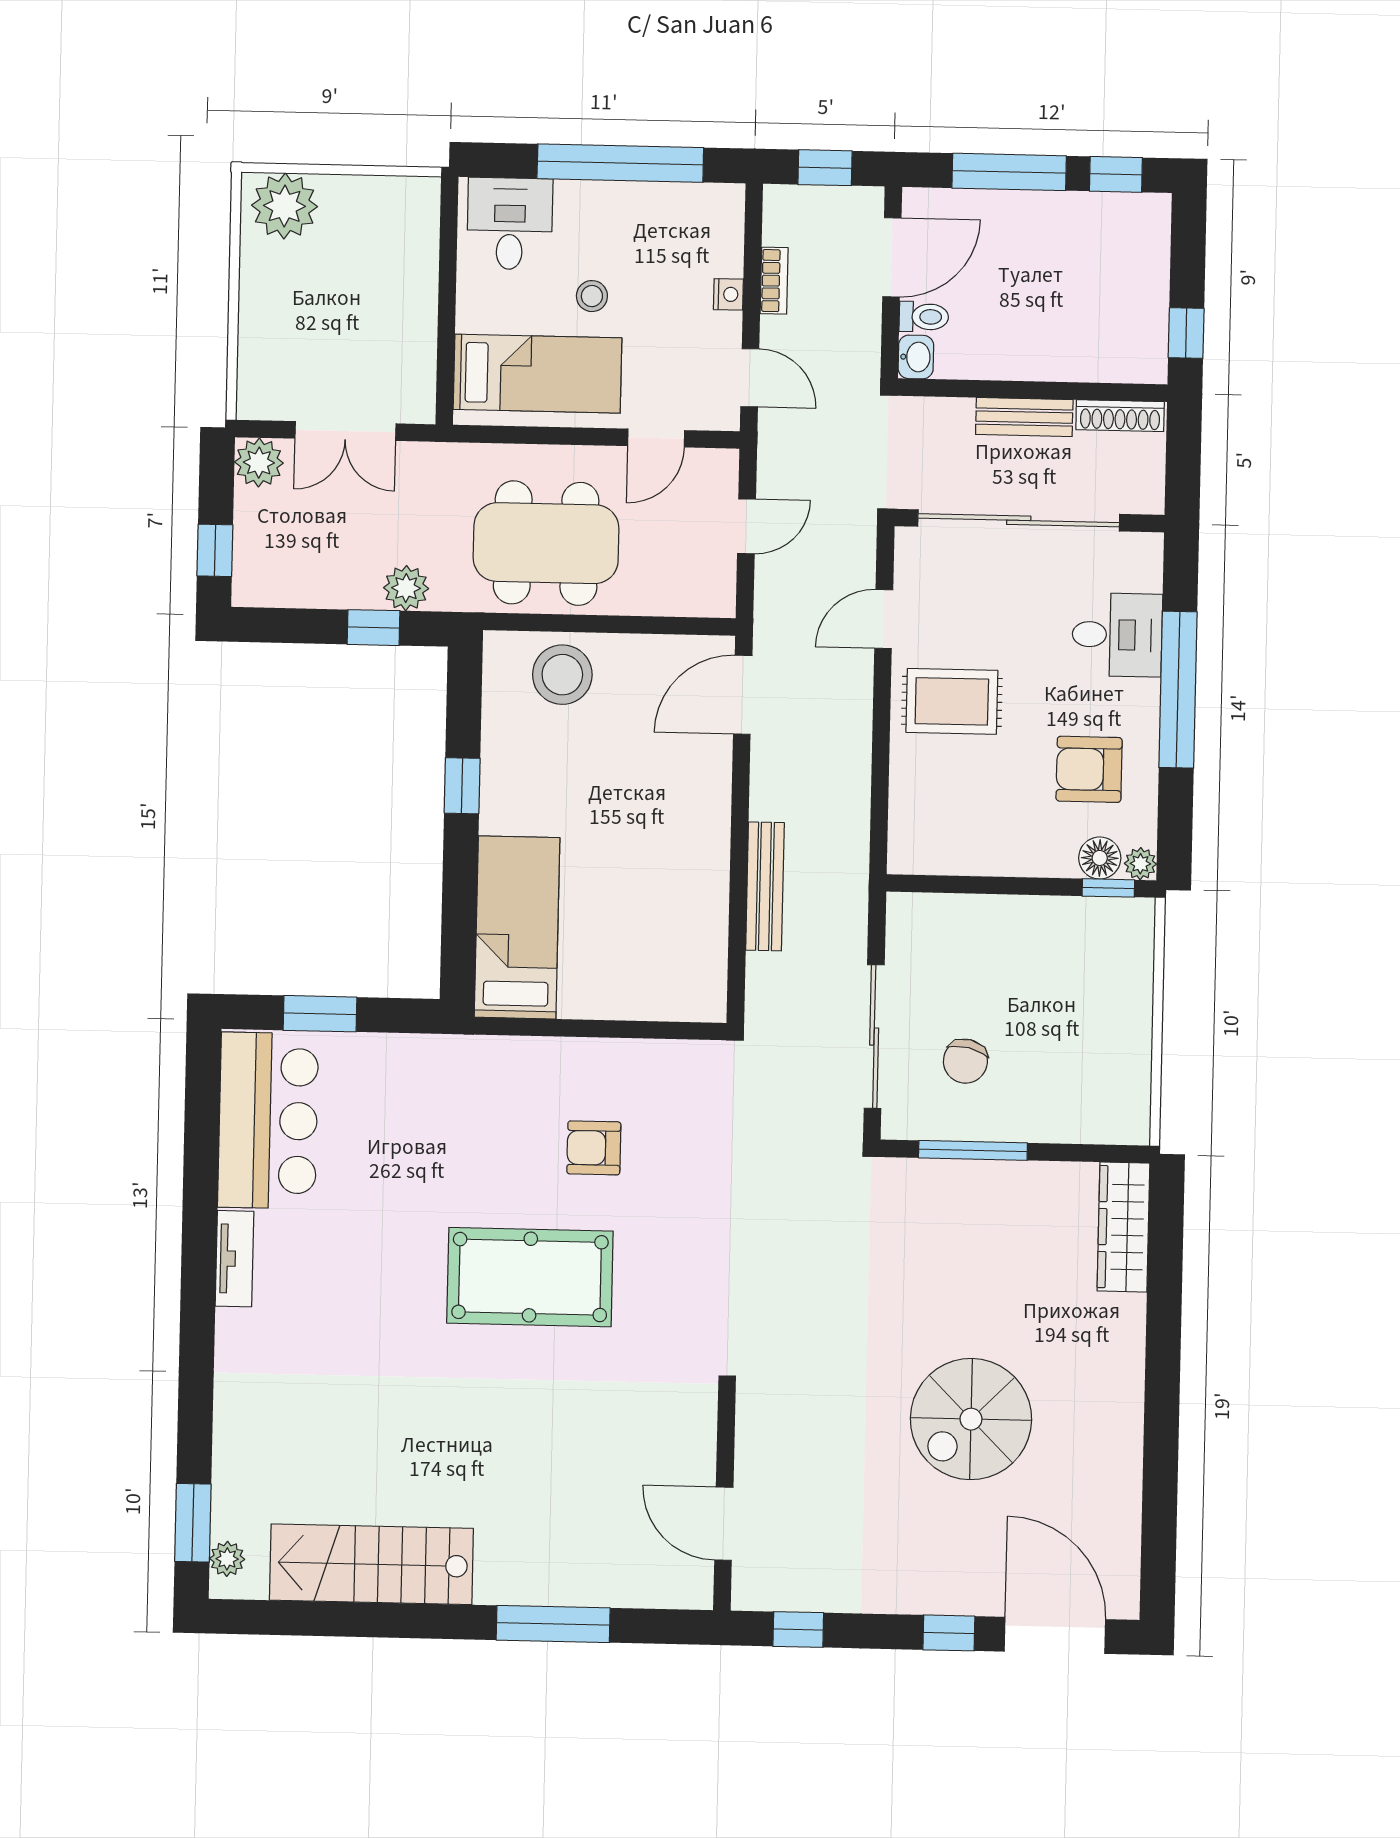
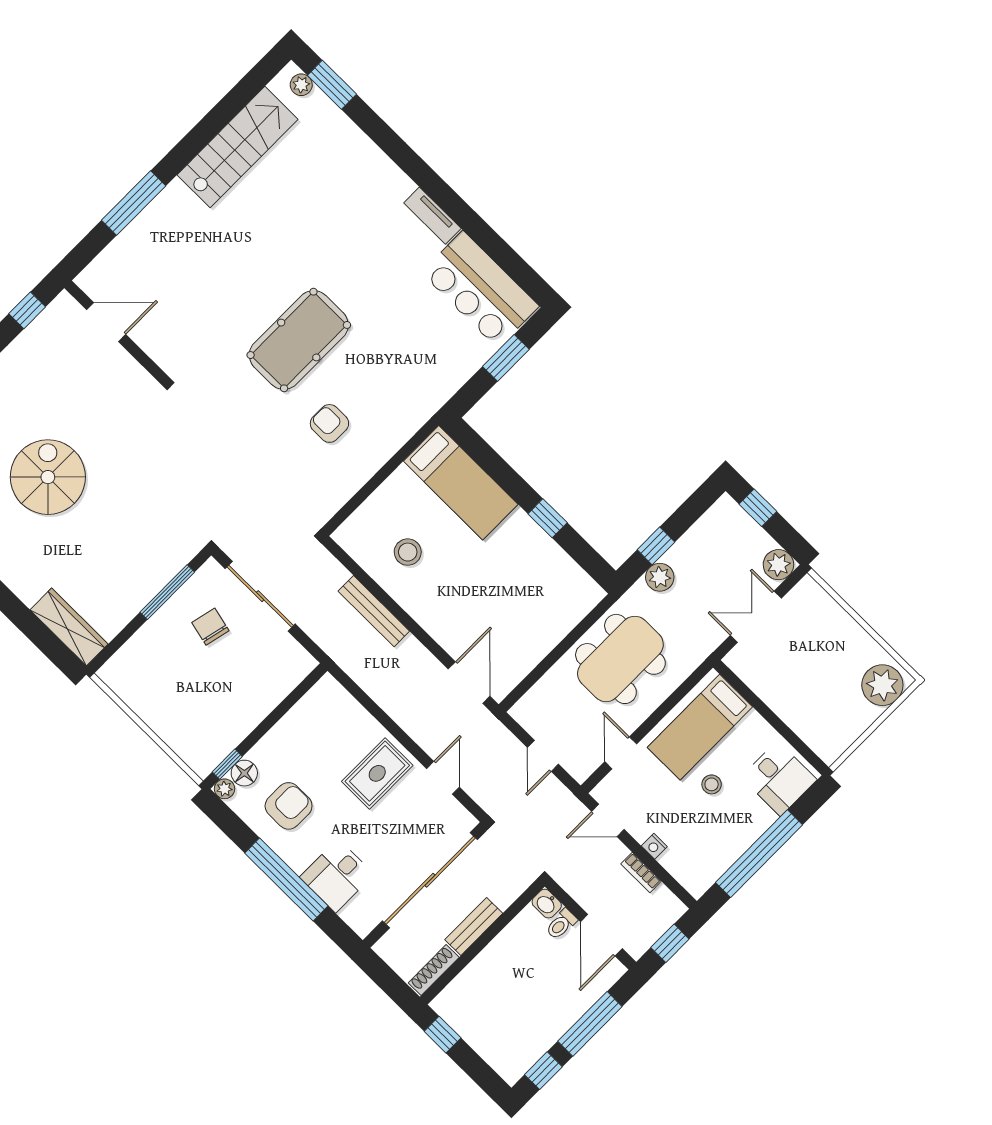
stool: (562, 675) -> (408, 552), moved, width x0.73, depth x0.73
armchair: (594, 1148) -> (329, 423), turned -90

